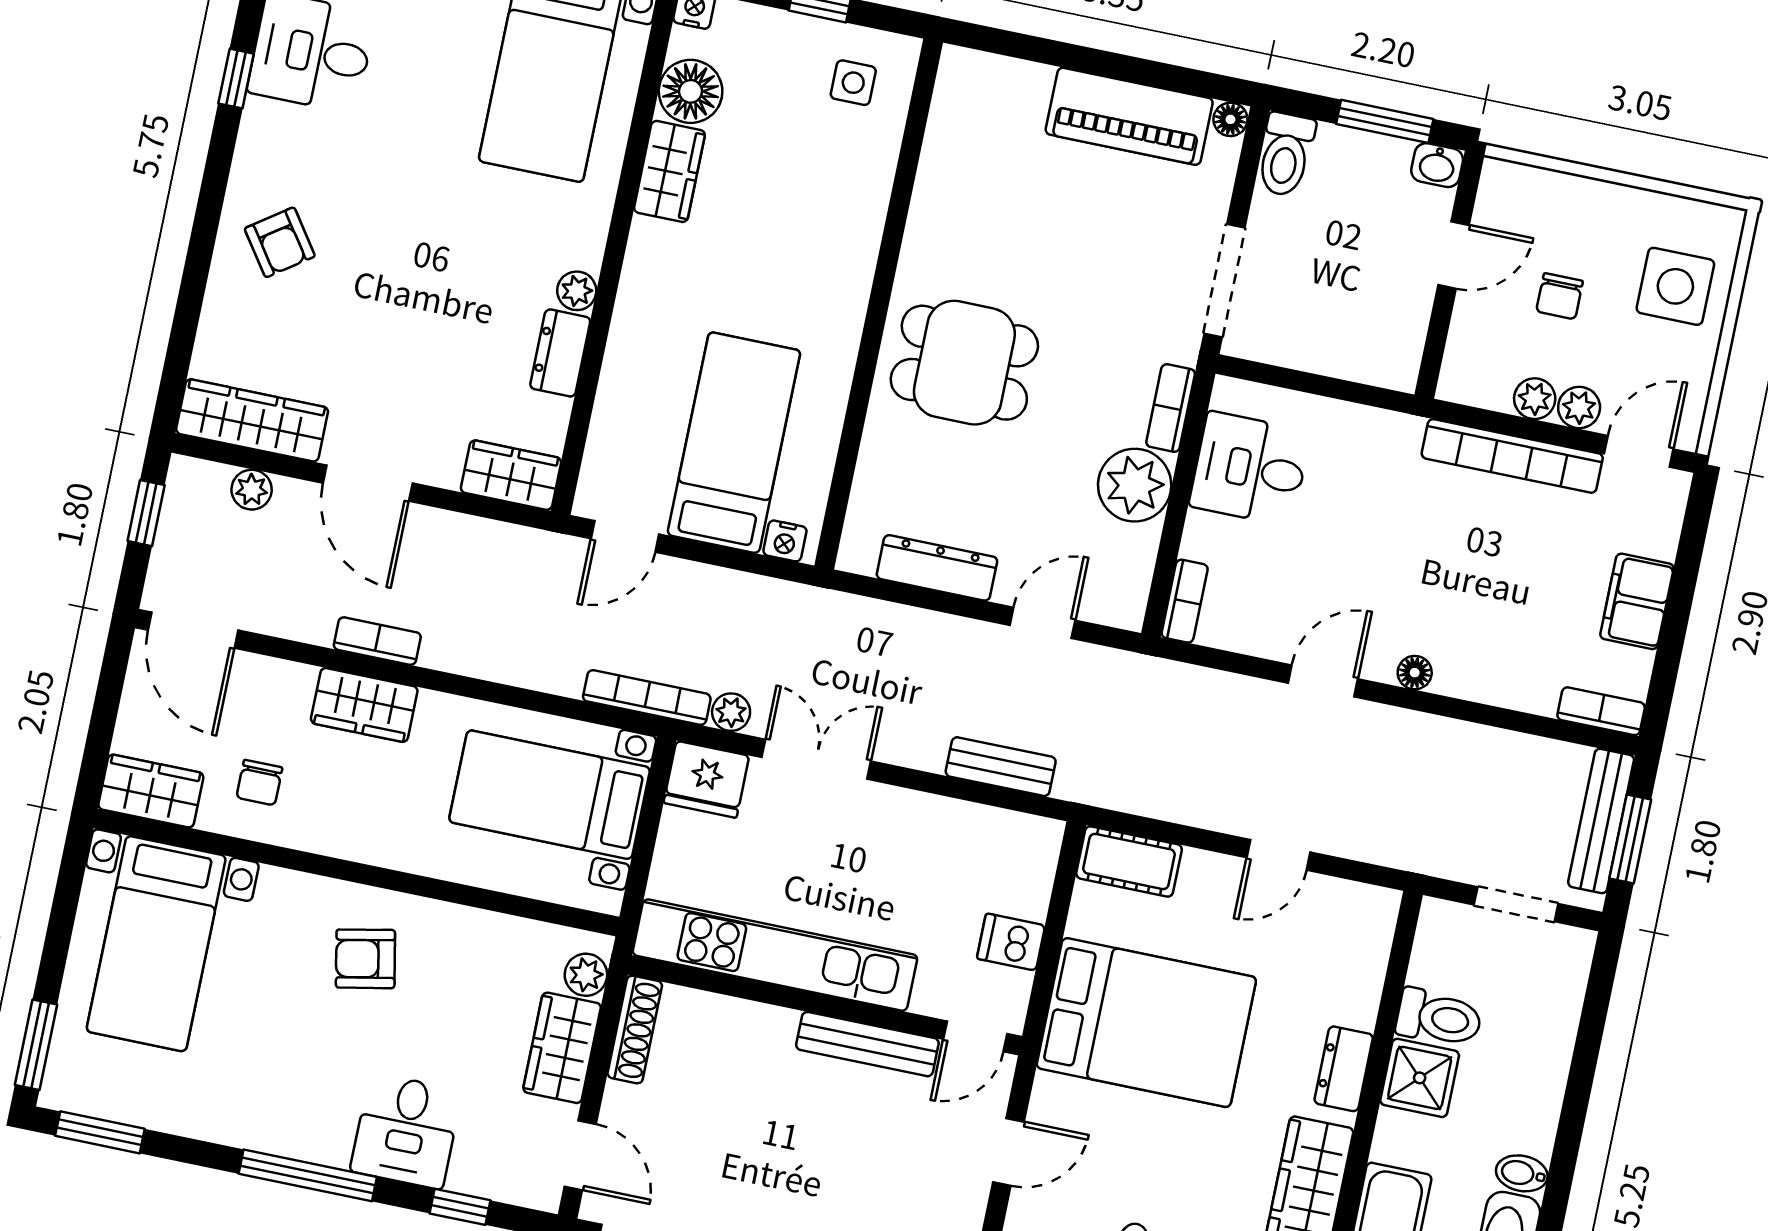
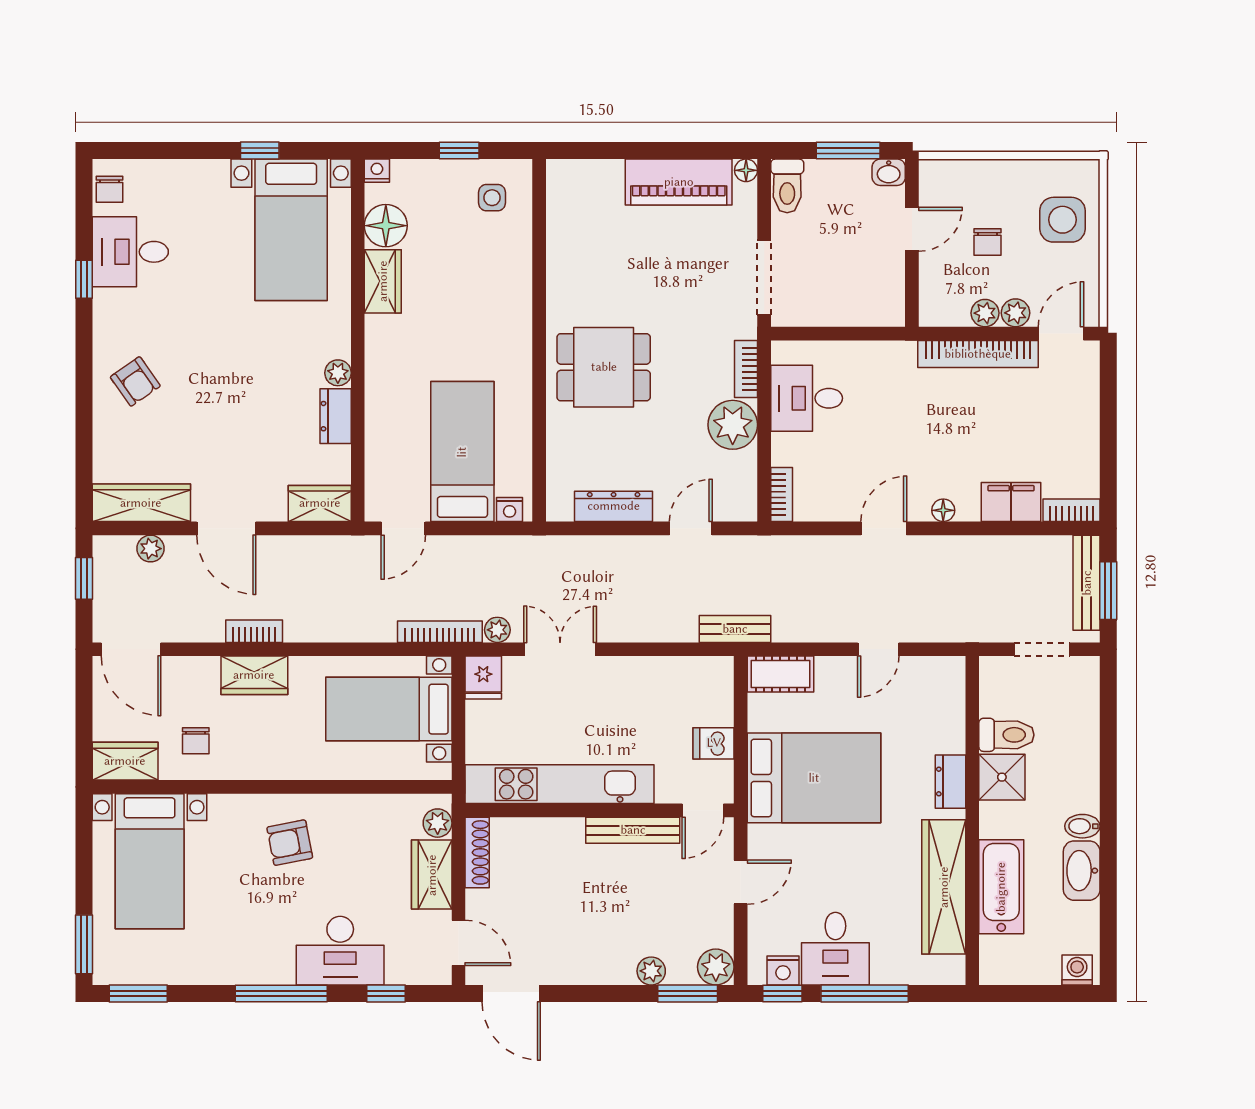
filing cabinet: (1637, 601) -> (1011, 502), moved, turned 90
bench: (1001, 767) -> (735, 629), moved
fridge: (706, 779) -> (483, 678), width x0.72
desk: (406, 1131) -> (340, 951), width x1.37

